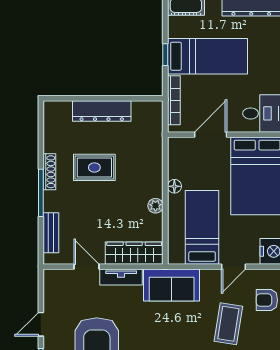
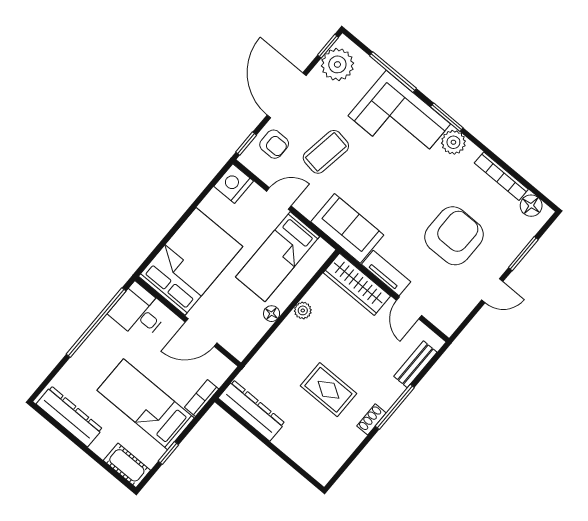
window: (165, 55) -> (168, 453), moved
bookcase: (174, 100) -> (202, 398), width x0.64
dresser: (102, 111) -> (252, 411), moved
shoe rack: (49, 172) -> (371, 419), width x0.70

